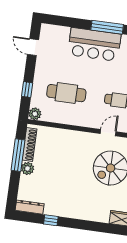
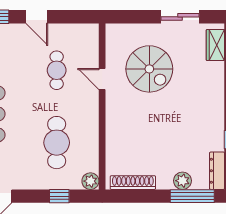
window: (18, 155) -> (192, 196), moved
plant: (28, 168) -> (182, 181), moved

